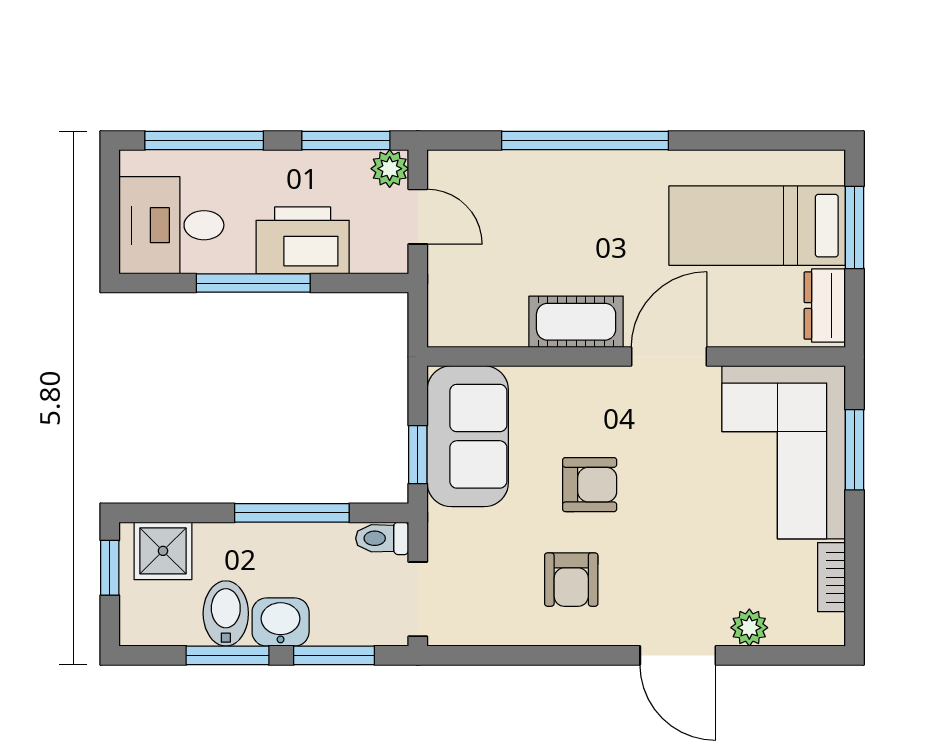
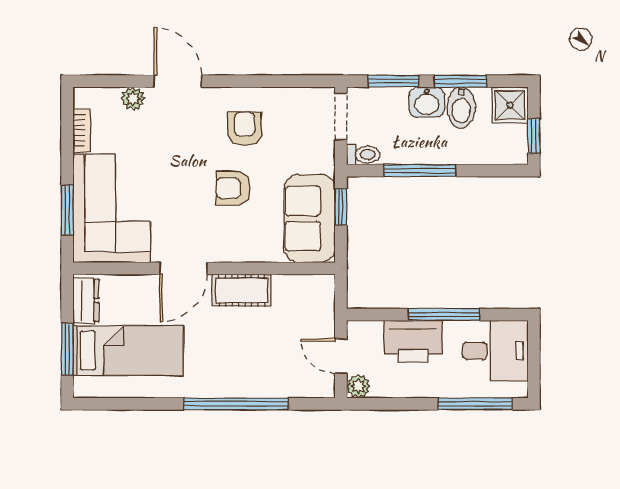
window: (346, 141) -> (386, 404), removed
shower: (163, 551) -> (510, 105), moved

